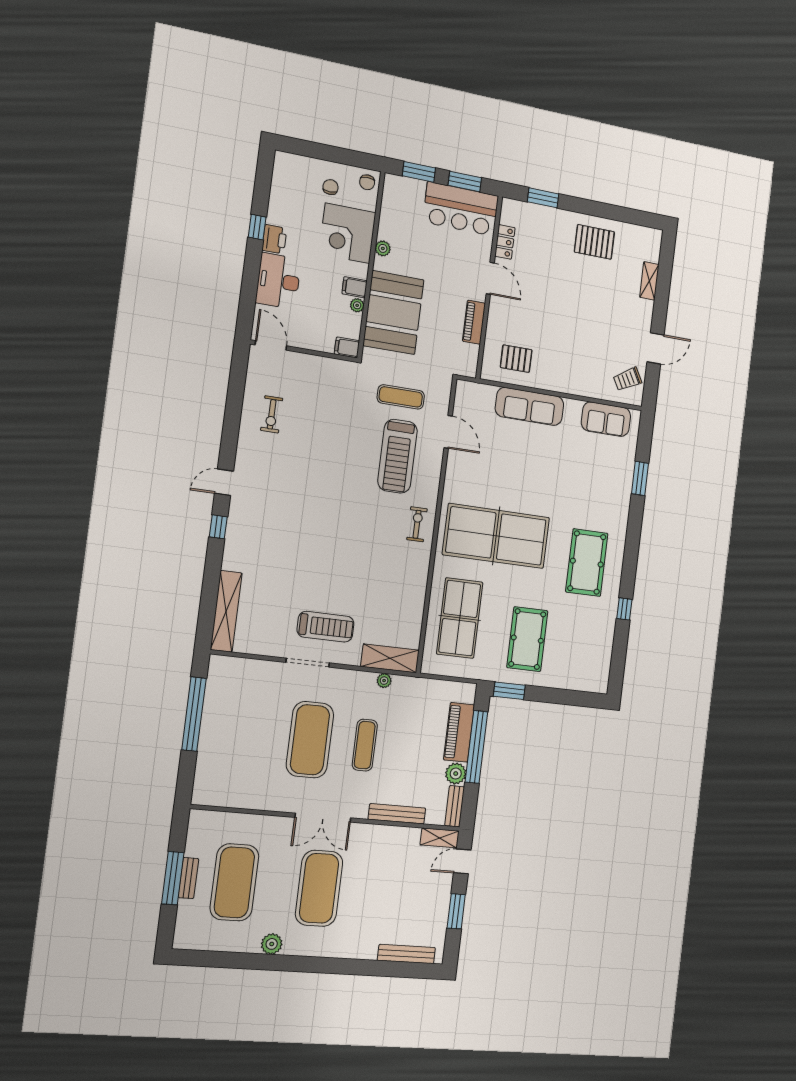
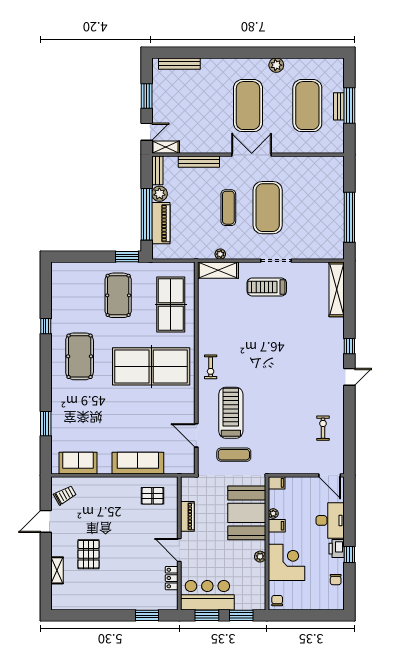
chair: (331, 187) -> (336, 580), moved
pallet: (594, 242) -> (89, 554), moved, turned 90

